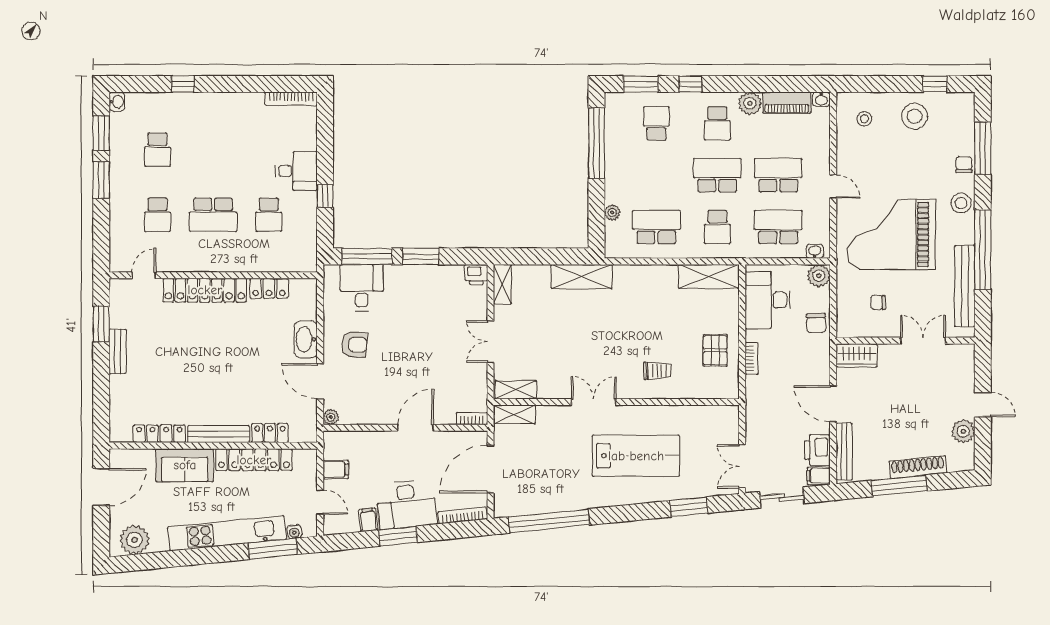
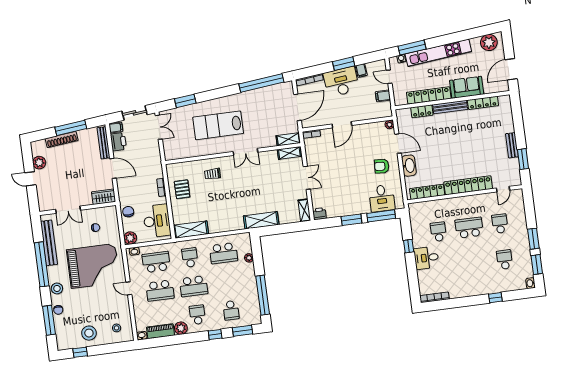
school desk: (778, 227) -> (156, 262), turned 180
locker: (269, 288) -> (427, 192), width x1.53

